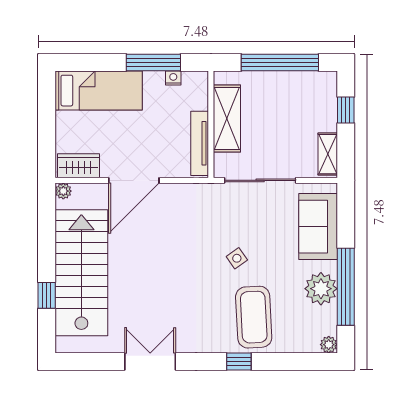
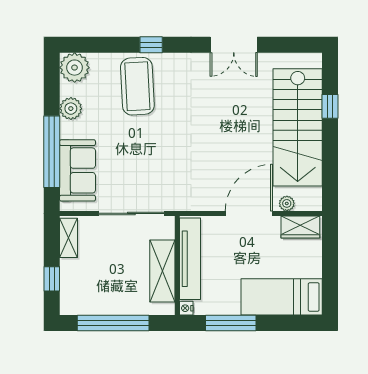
nightstand: (173, 78) -> (186, 308), moved, turned 90
tv unit: (200, 143) -> (190, 259), width x1.36, depth x1.29
plant: (63, 191) -> (287, 203), moved
side table: (237, 258) -> (153, 141), removed
window: (346, 287) -> (52, 152), moved
plant: (321, 289) -> (71, 109), width x0.73, depth x0.73
plant: (329, 345) -> (75, 68), width x1.87, depth x1.87

